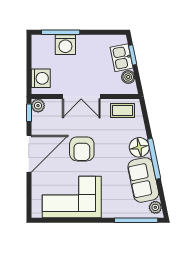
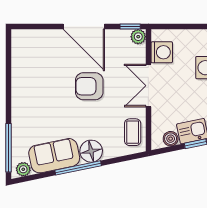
washing machine: (41, 78) -> (162, 52), moved, turned -90
corner sofa: (72, 197) -> (35, 75), removed

